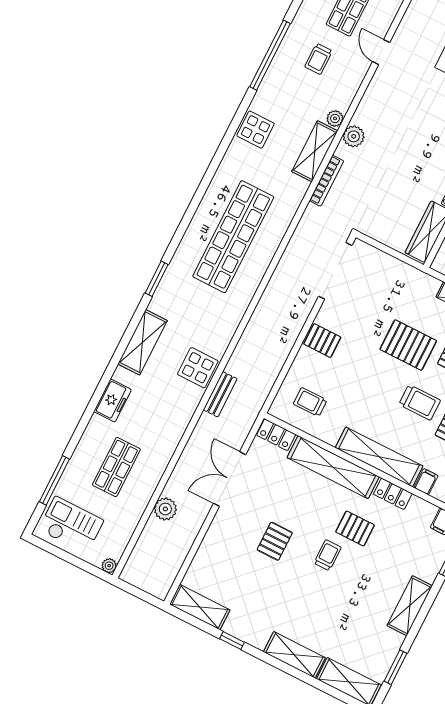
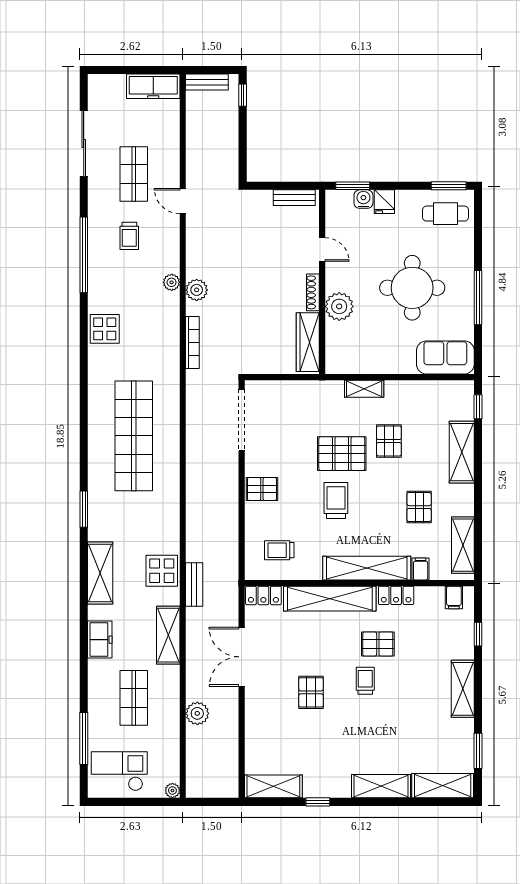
shelving: (315, 151) -> (168, 635), moved
trolley: (420, 402) -> (336, 500), moved, turned -90

